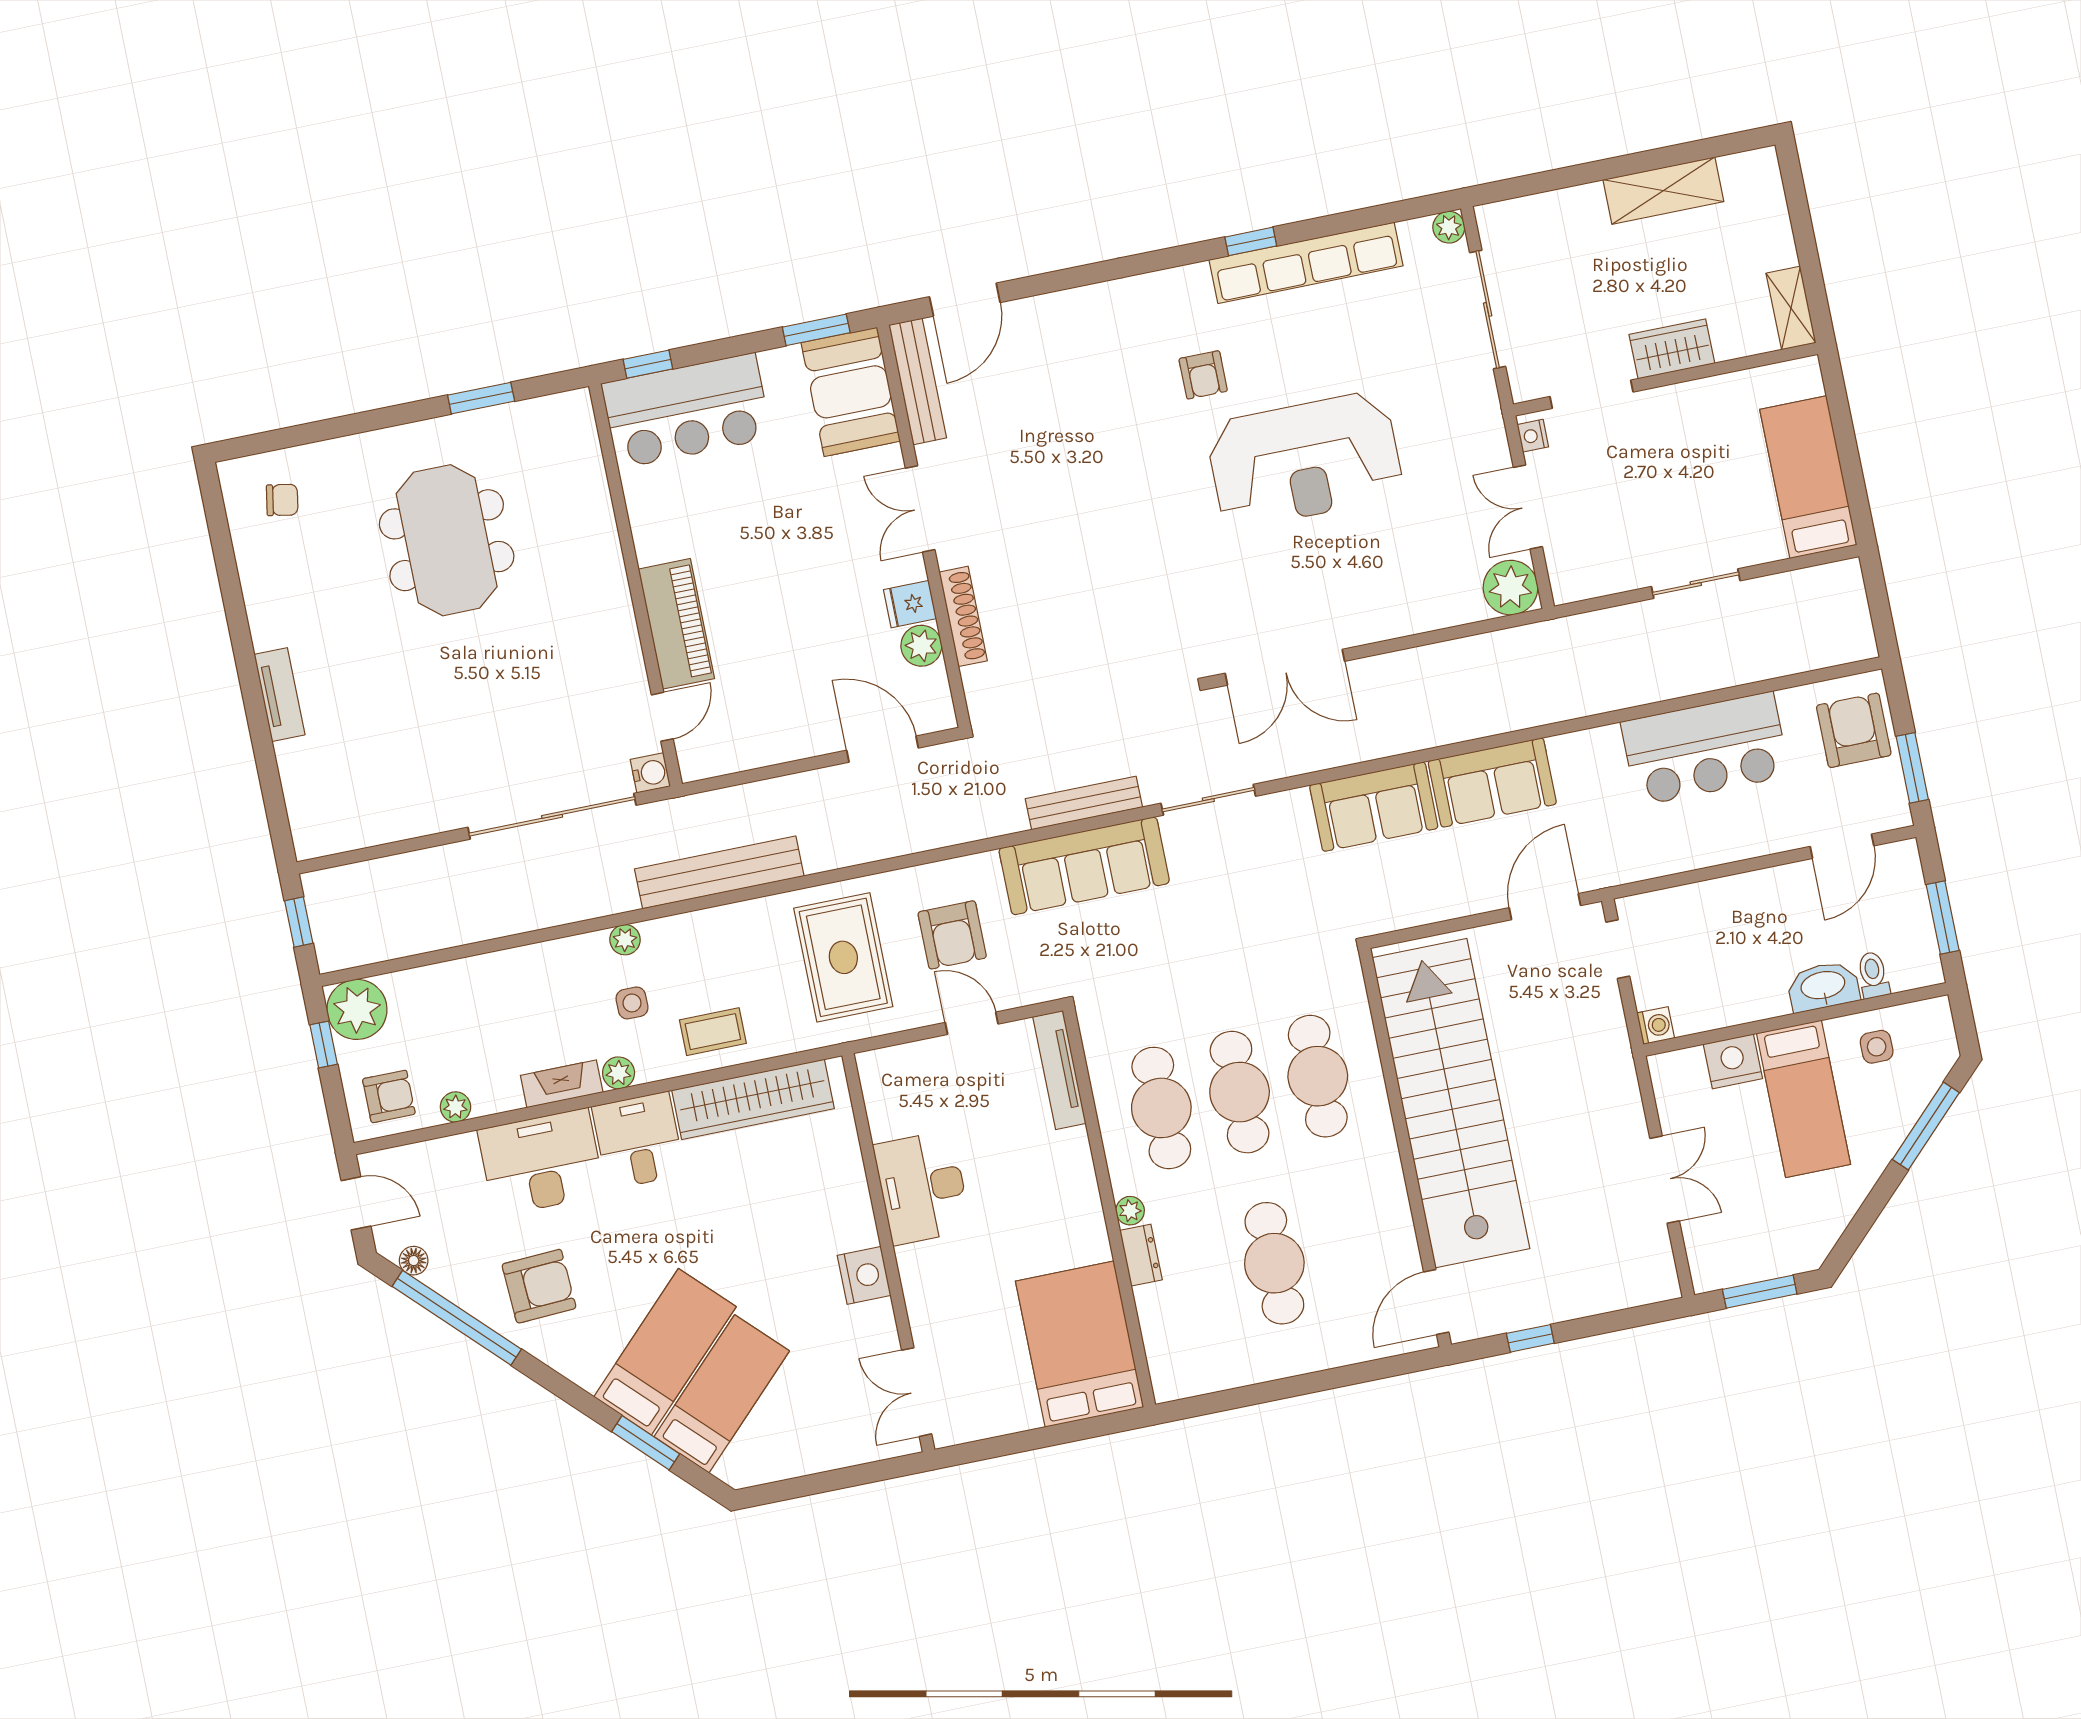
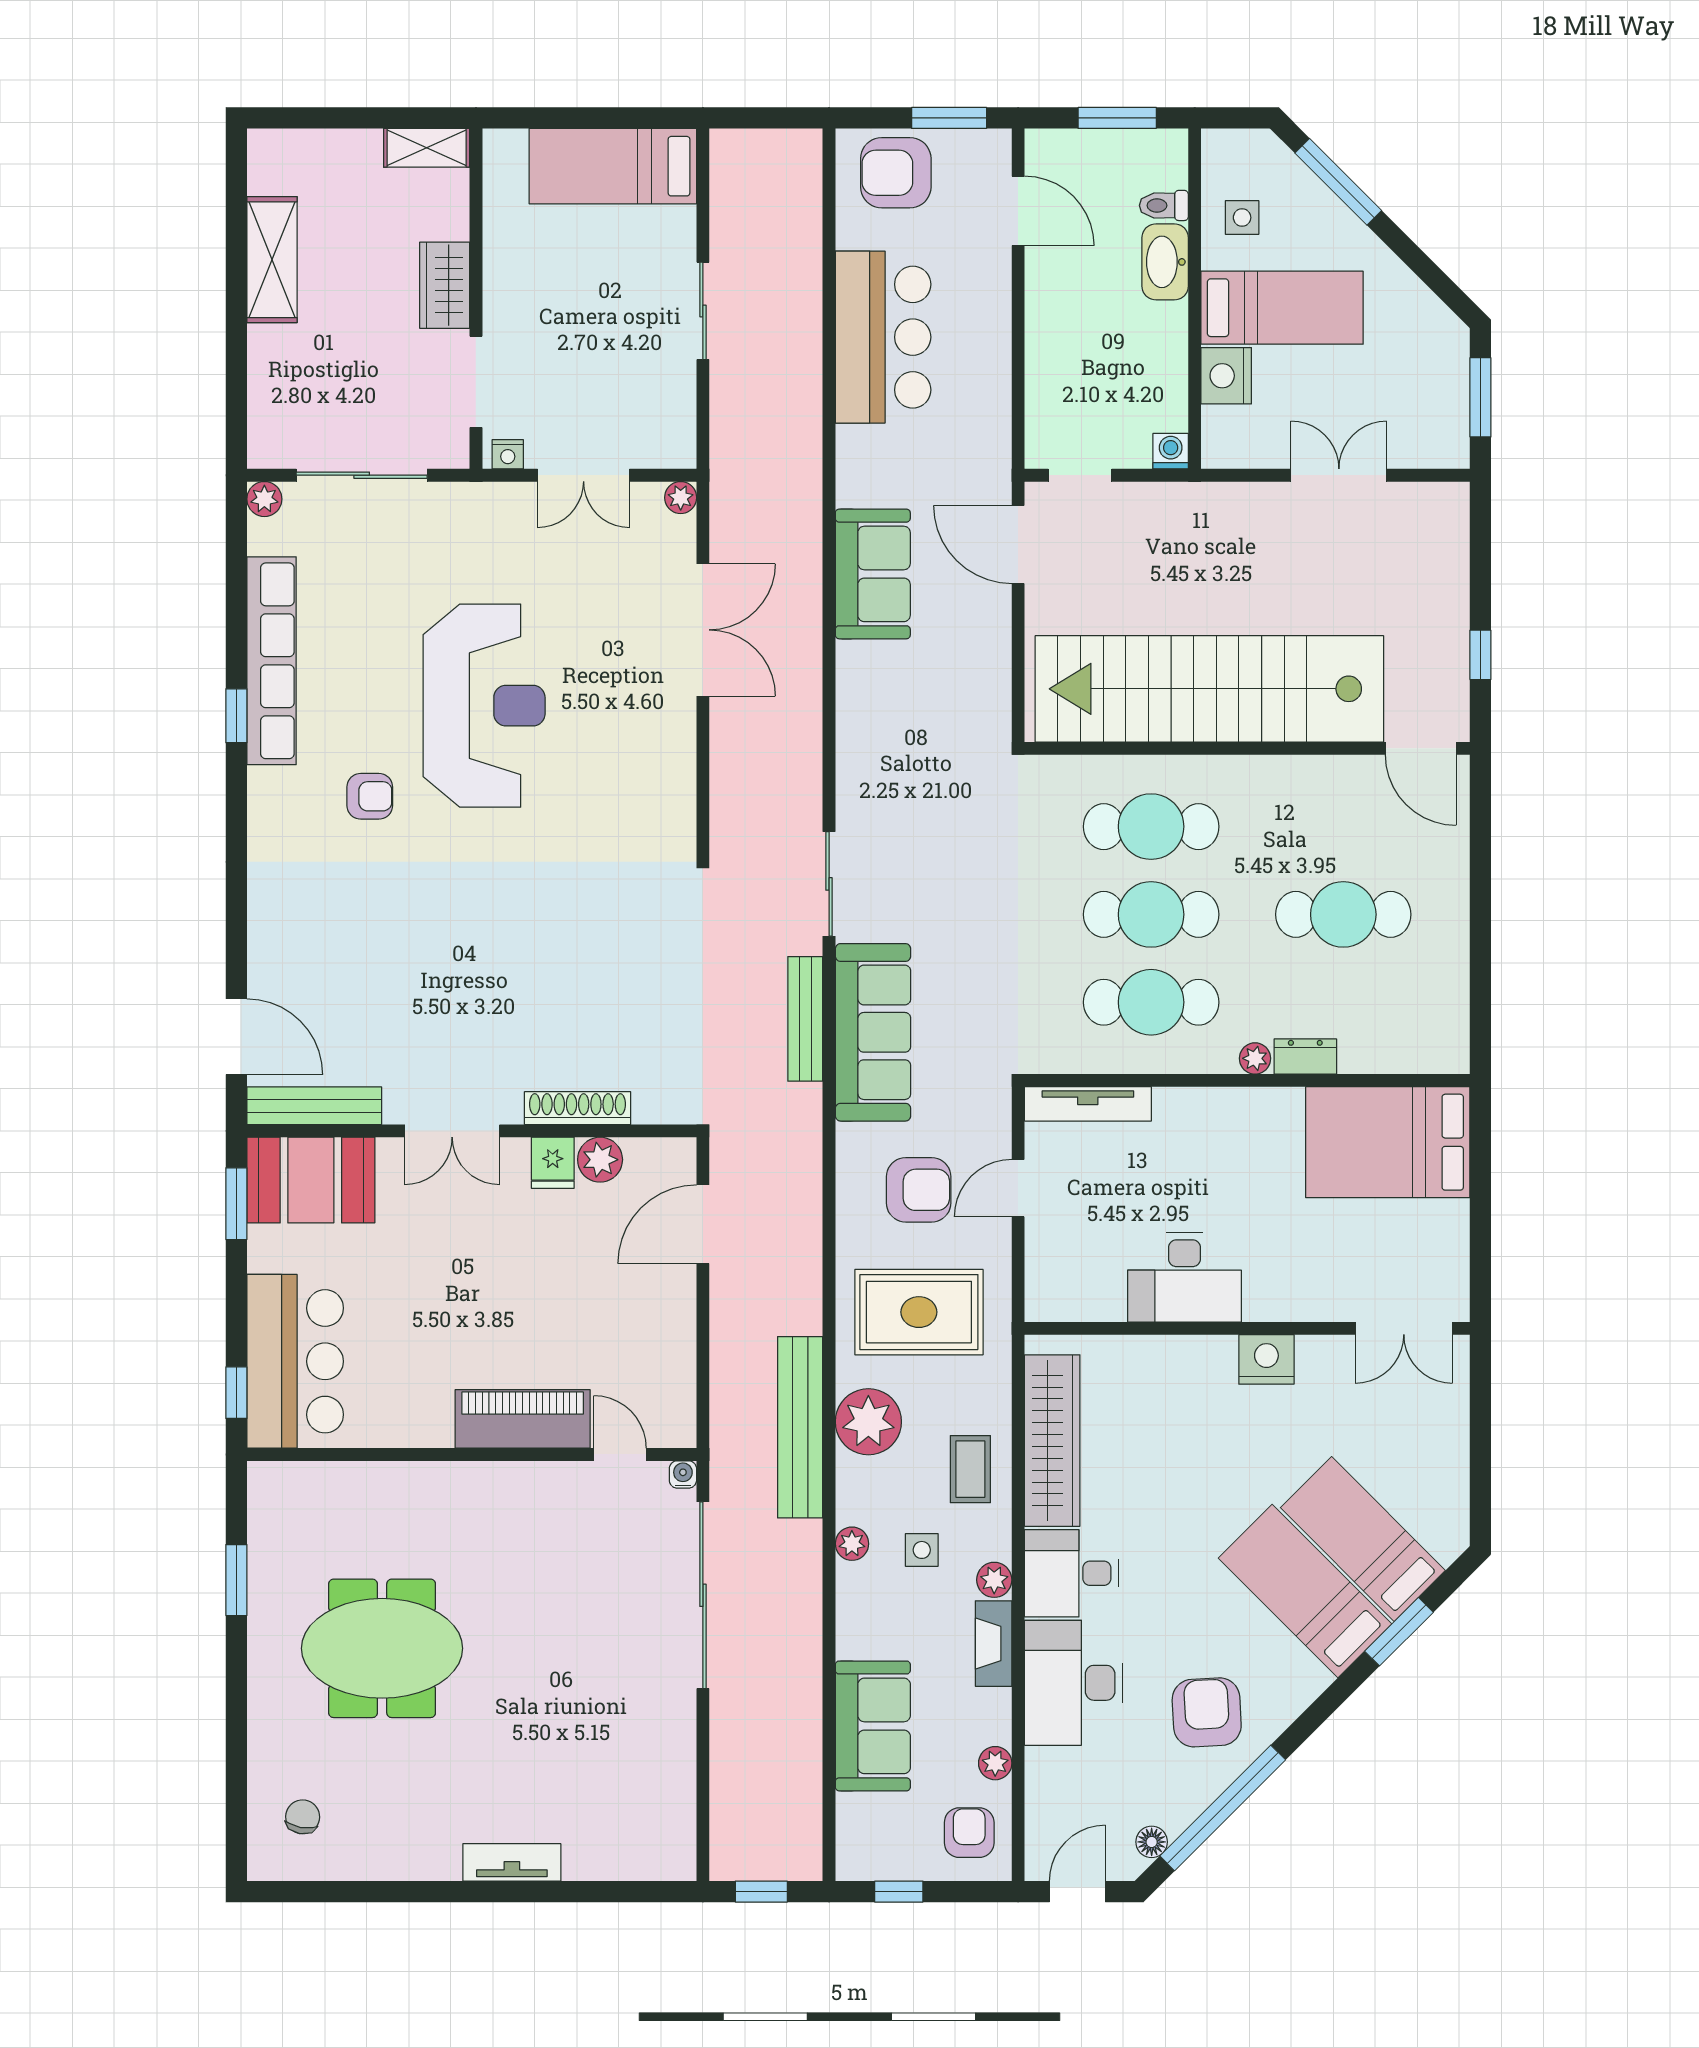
plant: (1511, 588) -> (681, 498), width x0.53, depth x0.53
double door: (1285, 667) -> (703, 630), moved
water cooler: (650, 773) -> (683, 1474), width x0.72, depth x0.72
sofa: (1374, 807) -> (873, 1726), moved
plant: (357, 1009) -> (868, 1422), moved

